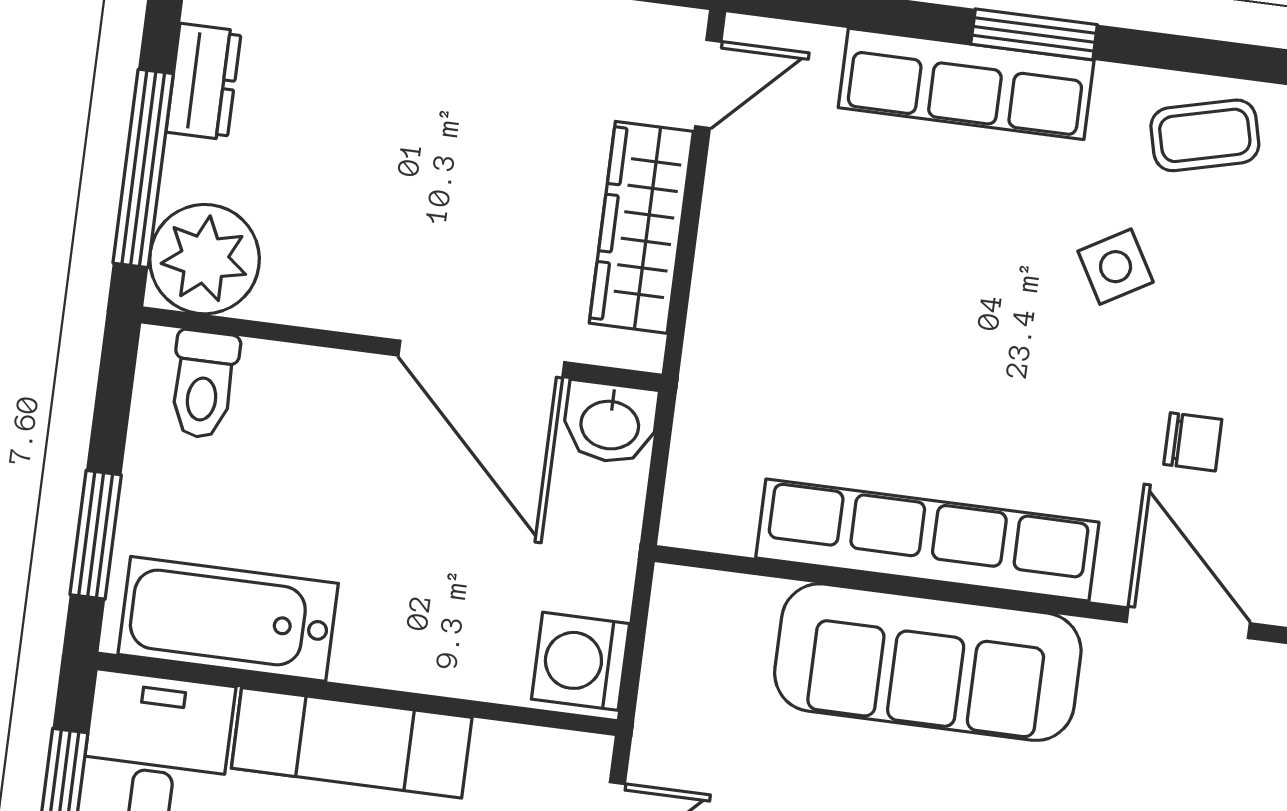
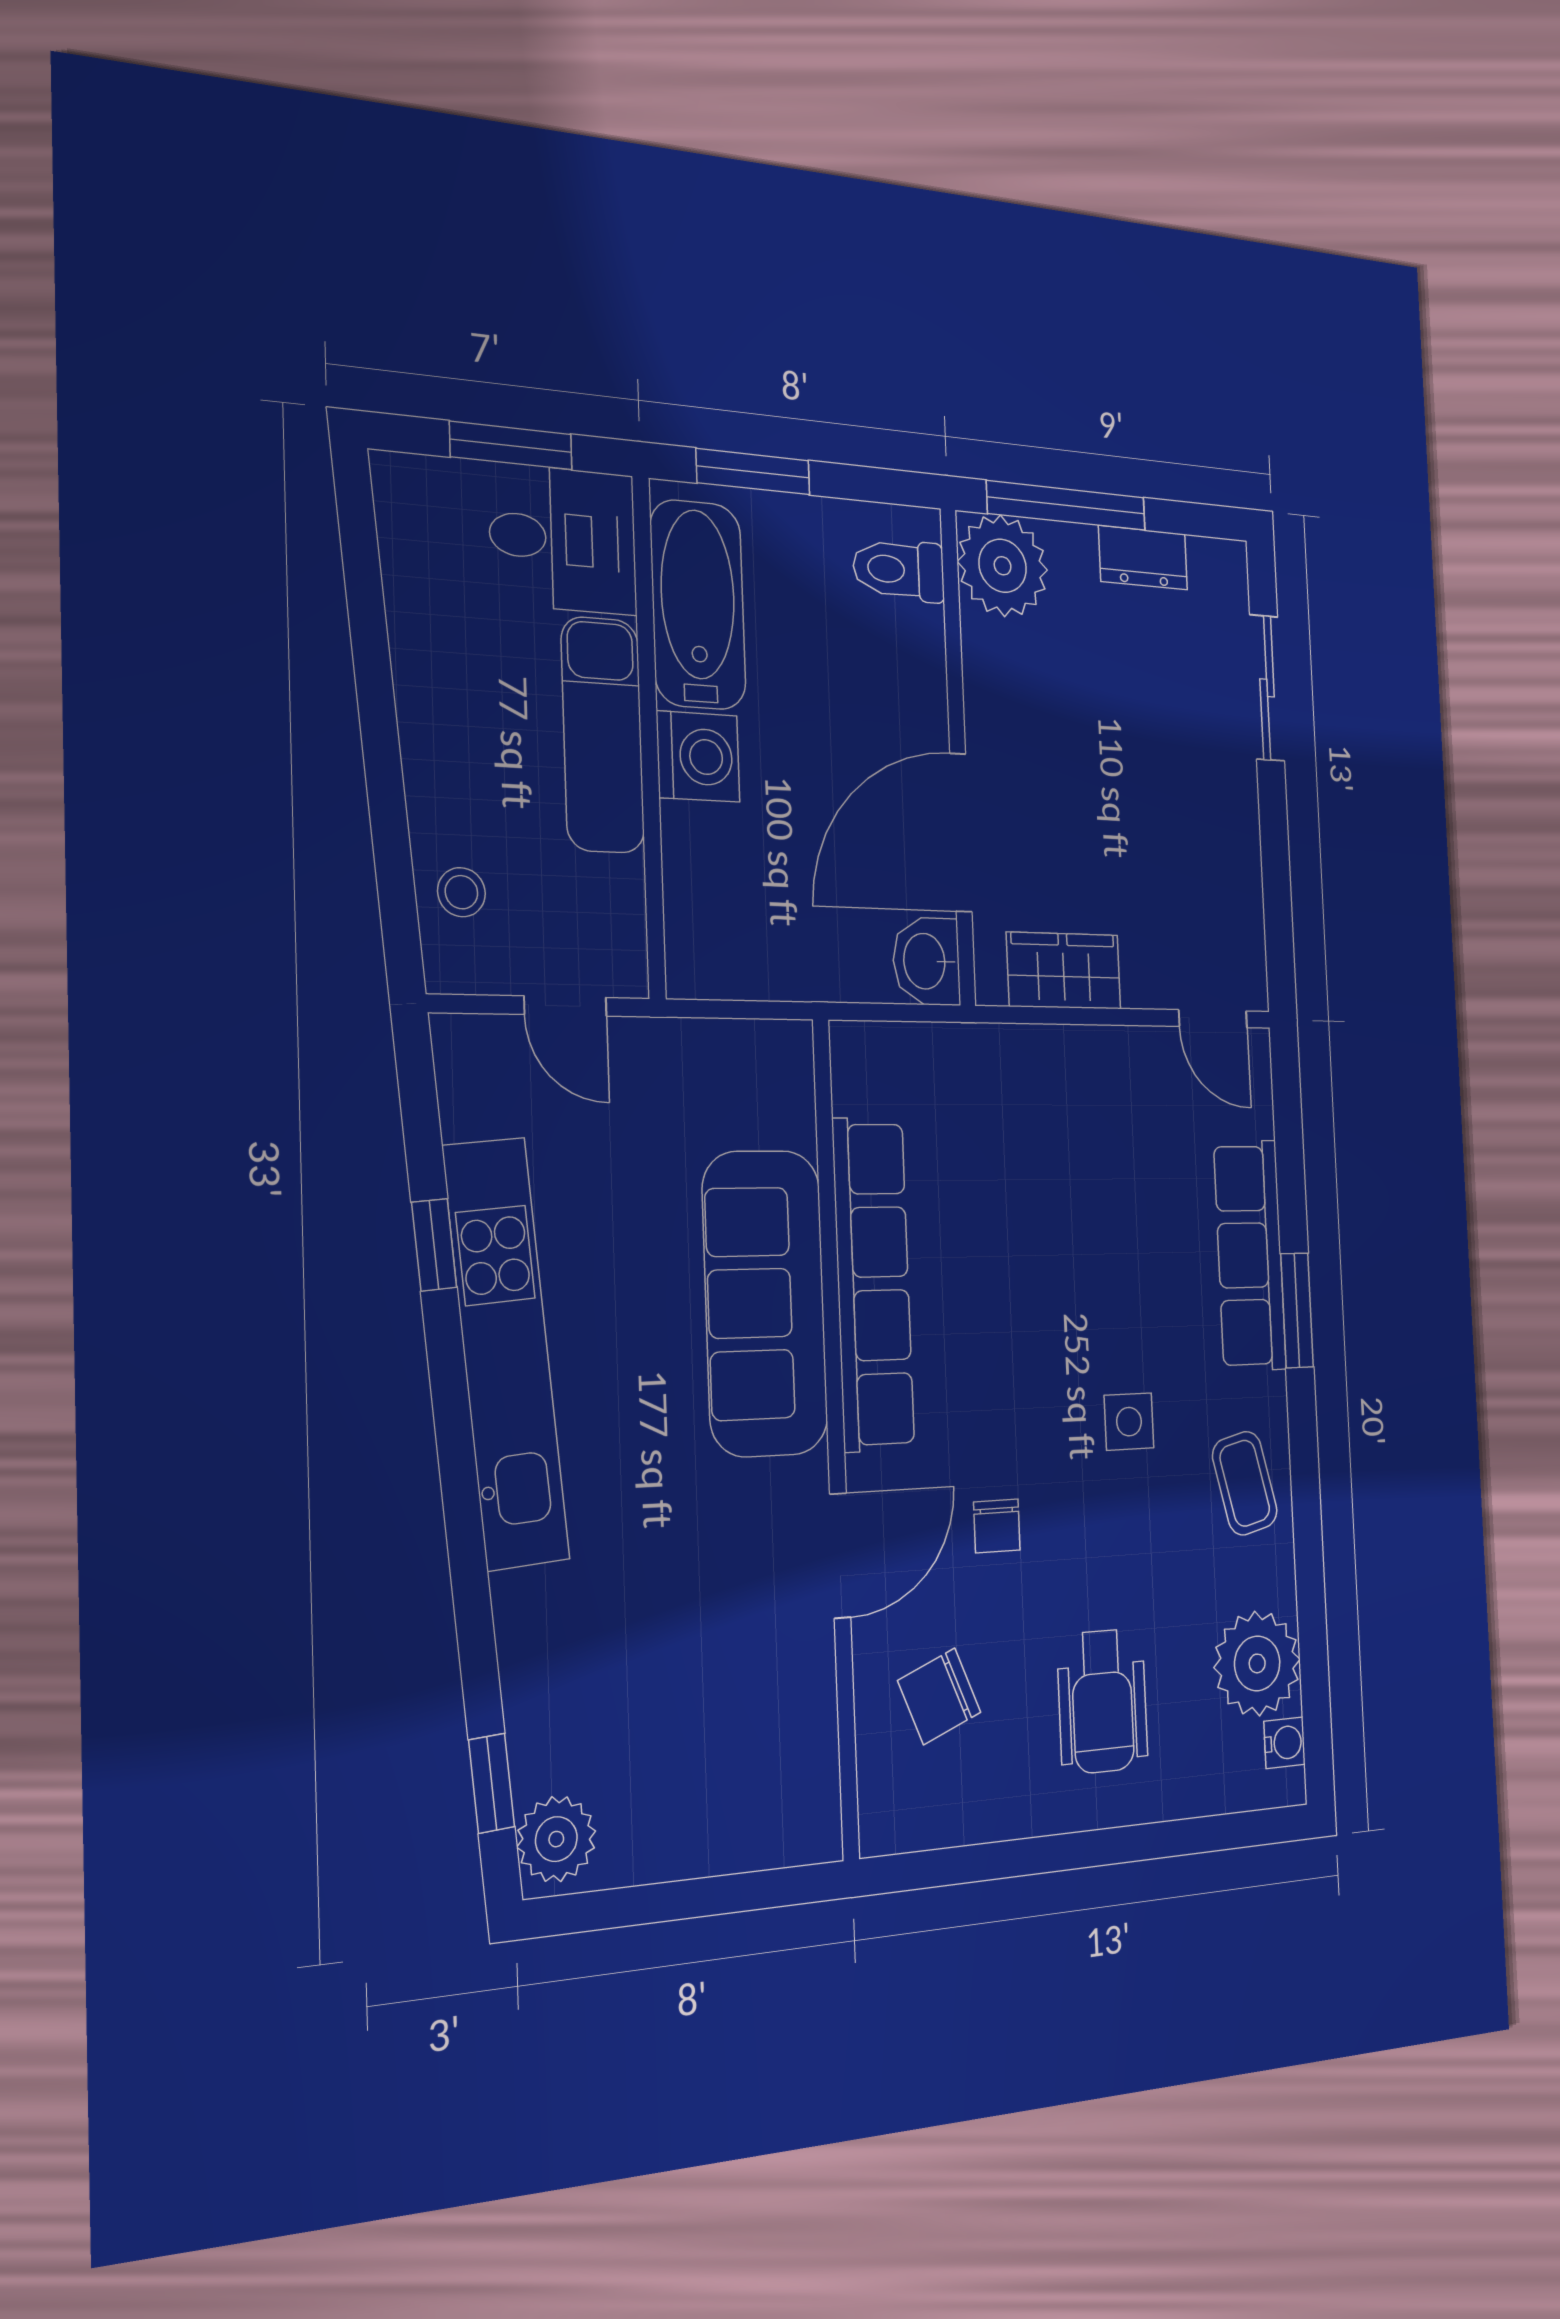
wardrobe: (641, 227) -> (1064, 971), width x0.67
side table: (1116, 267) -> (1129, 1422), turned 30
washing machine: (580, 661) -> (698, 757), moved, turned 90

